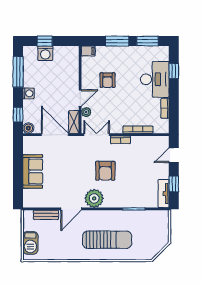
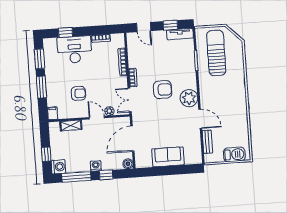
washing machine: (45, 53) -> (58, 167), moved
window: (18, 115) -> (106, 175), moved
shelving: (74, 122) -> (71, 125), moved
sun lounger: (107, 240) -> (216, 53), moved

